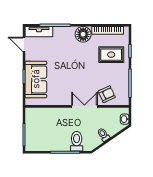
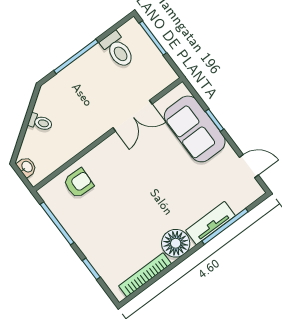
tv unit: (39, 32) -> (211, 223), moved
rug: (111, 55) -> (114, 244), removed
armchair: (107, 94) -> (78, 183), turned -153
double door: (84, 106) -> (132, 116), moved
toilet: (77, 141) -> (118, 50), moved

